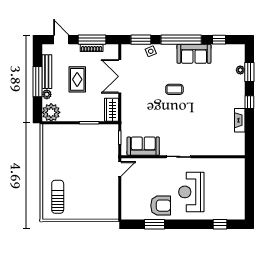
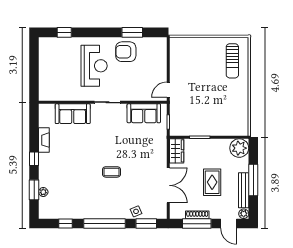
sofa: (194, 54) -> (73, 114), moved, turned 180
plant: (47, 94) -> (244, 214), moved

